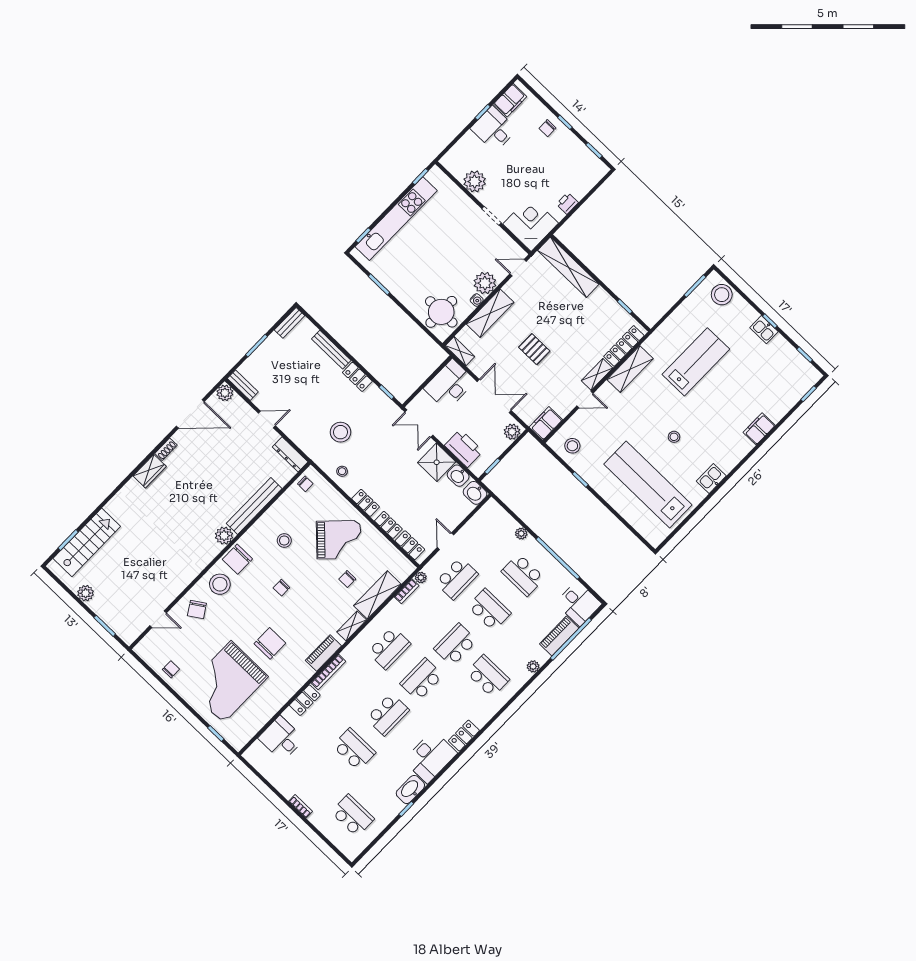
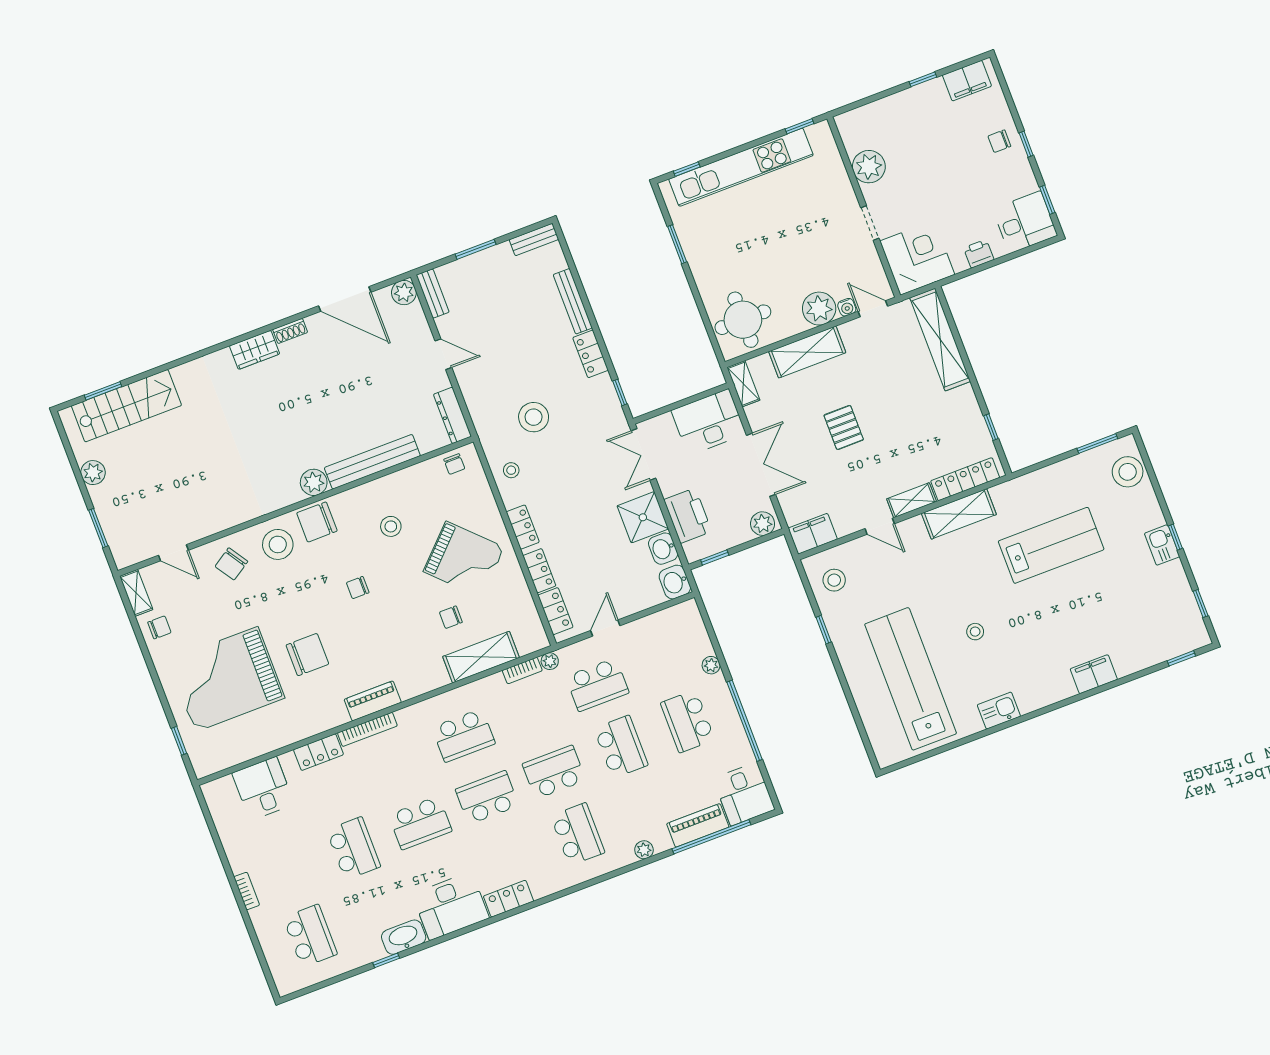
desk: (494, 129) -> (1025, 222), moved, turned 90
water cooler: (477, 300) -> (847, 307), moved
shelving: (352, 626) -> (136, 593), moved, turned 90

